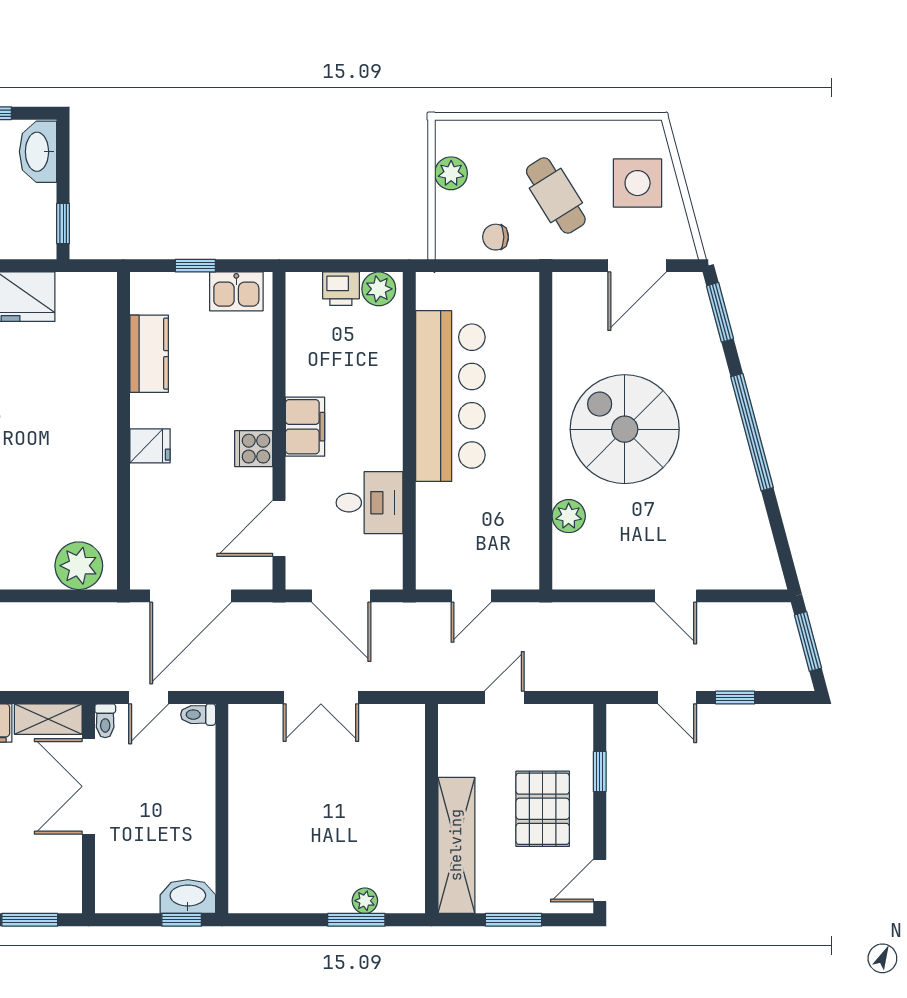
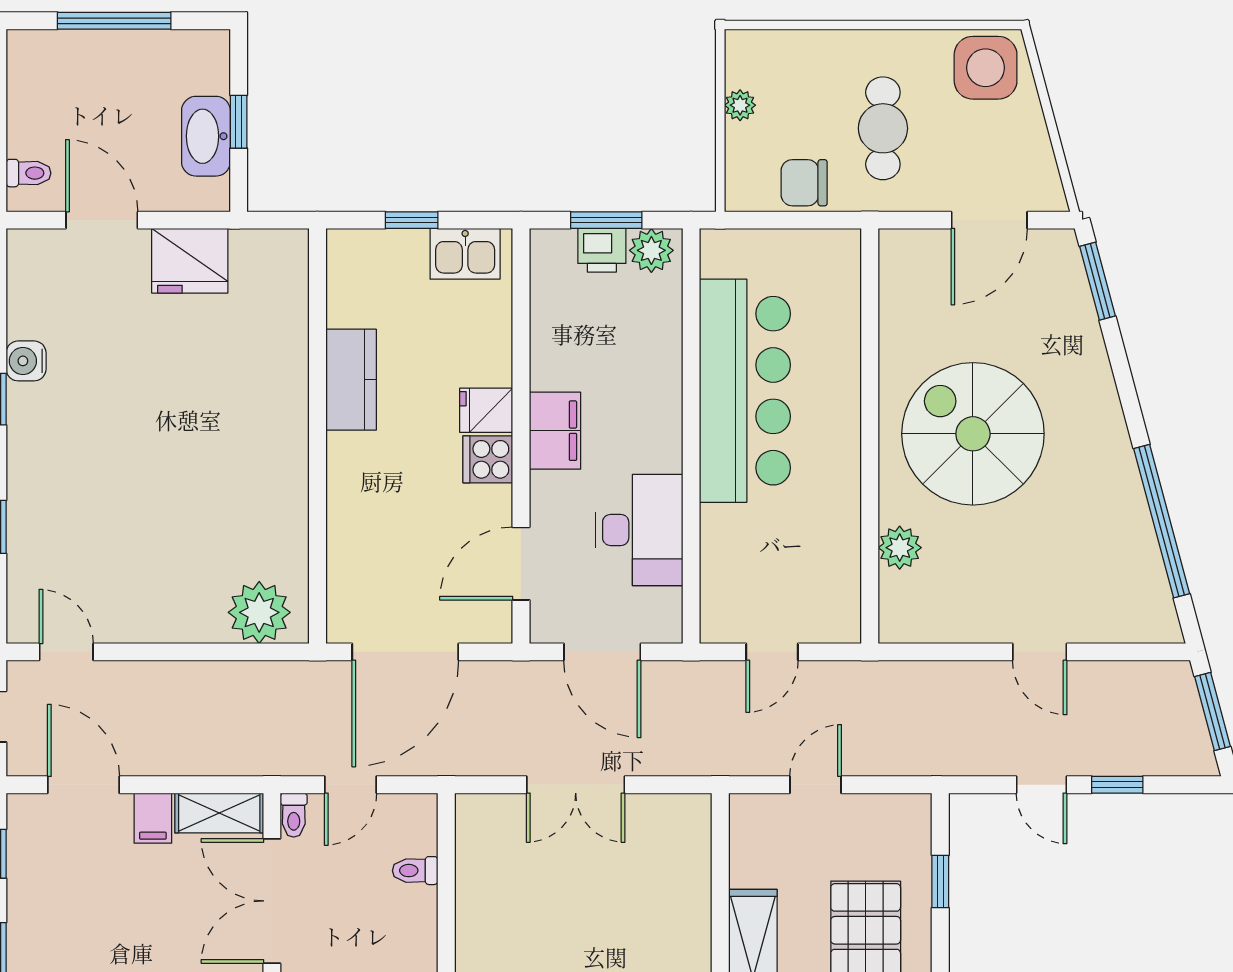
washbasin: (38, 152) -> (206, 136), moved
plant: (451, 173) -> (740, 105), width x0.73, depth x0.73
side table: (638, 183) -> (986, 68), moved
cafe table: (556, 195) -> (883, 128), turned 32
window: (63, 223) -> (239, 122), moved
chair: (496, 237) -> (804, 183), width x1.37, depth x1.37
window: (344, 266) -> (606, 220), added
kitchen counter: (149, 354) -> (351, 380), moved
window: (752, 432) -> (1162, 521), moved
fridge: (150, 446) -> (486, 410), moved, turned 180
desk: (369, 503) -> (639, 530), width x1.37
toilet: (198, 715) -> (415, 871), moved

